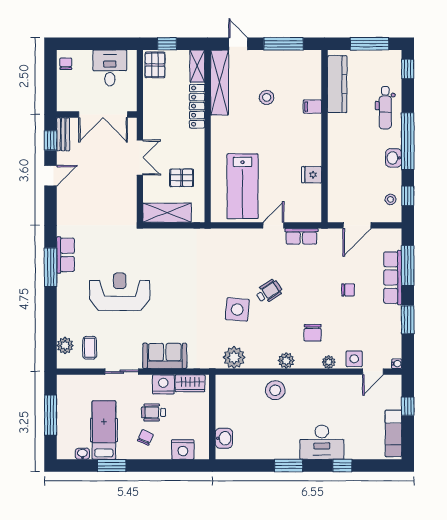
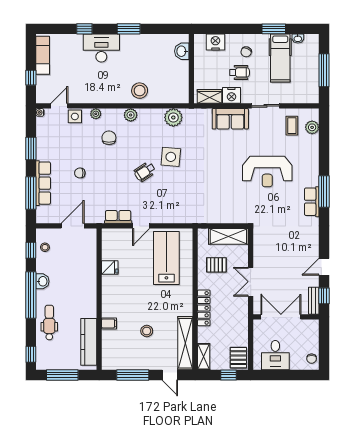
locker: (197, 106) -> (204, 308), moved

